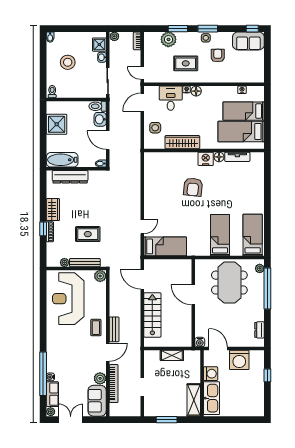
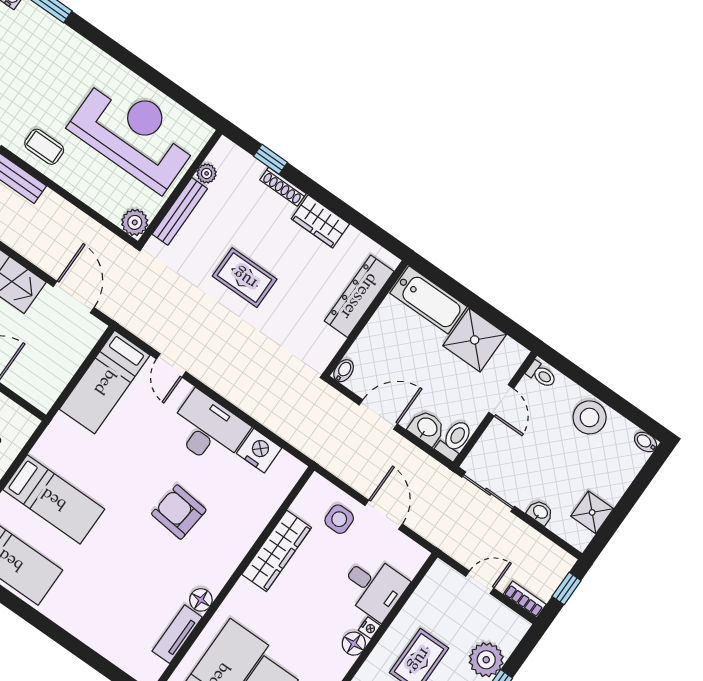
window: (123, 29) -> (567, 589), added
plant: (114, 36) -> (563, 563), removed
shower: (99, 45) -> (592, 512), moved
stool: (68, 62) -> (590, 417), moved
door: (142, 73) -> (480, 582), moved
door: (72, 100) -> (501, 400), added
door: (142, 102) -> (384, 515), moved
nightstand: (206, 159) -> (259, 451), moved, turned -90
bathtub: (62, 160) -> (429, 300), moved, turned 90
desk: (156, 197) -> (208, 429), added
window: (43, 229) -> (270, 159), moved
rug: (88, 234) -> (245, 278), moved, turned 90
door: (142, 279) -> (74, 297), hinge flipped

